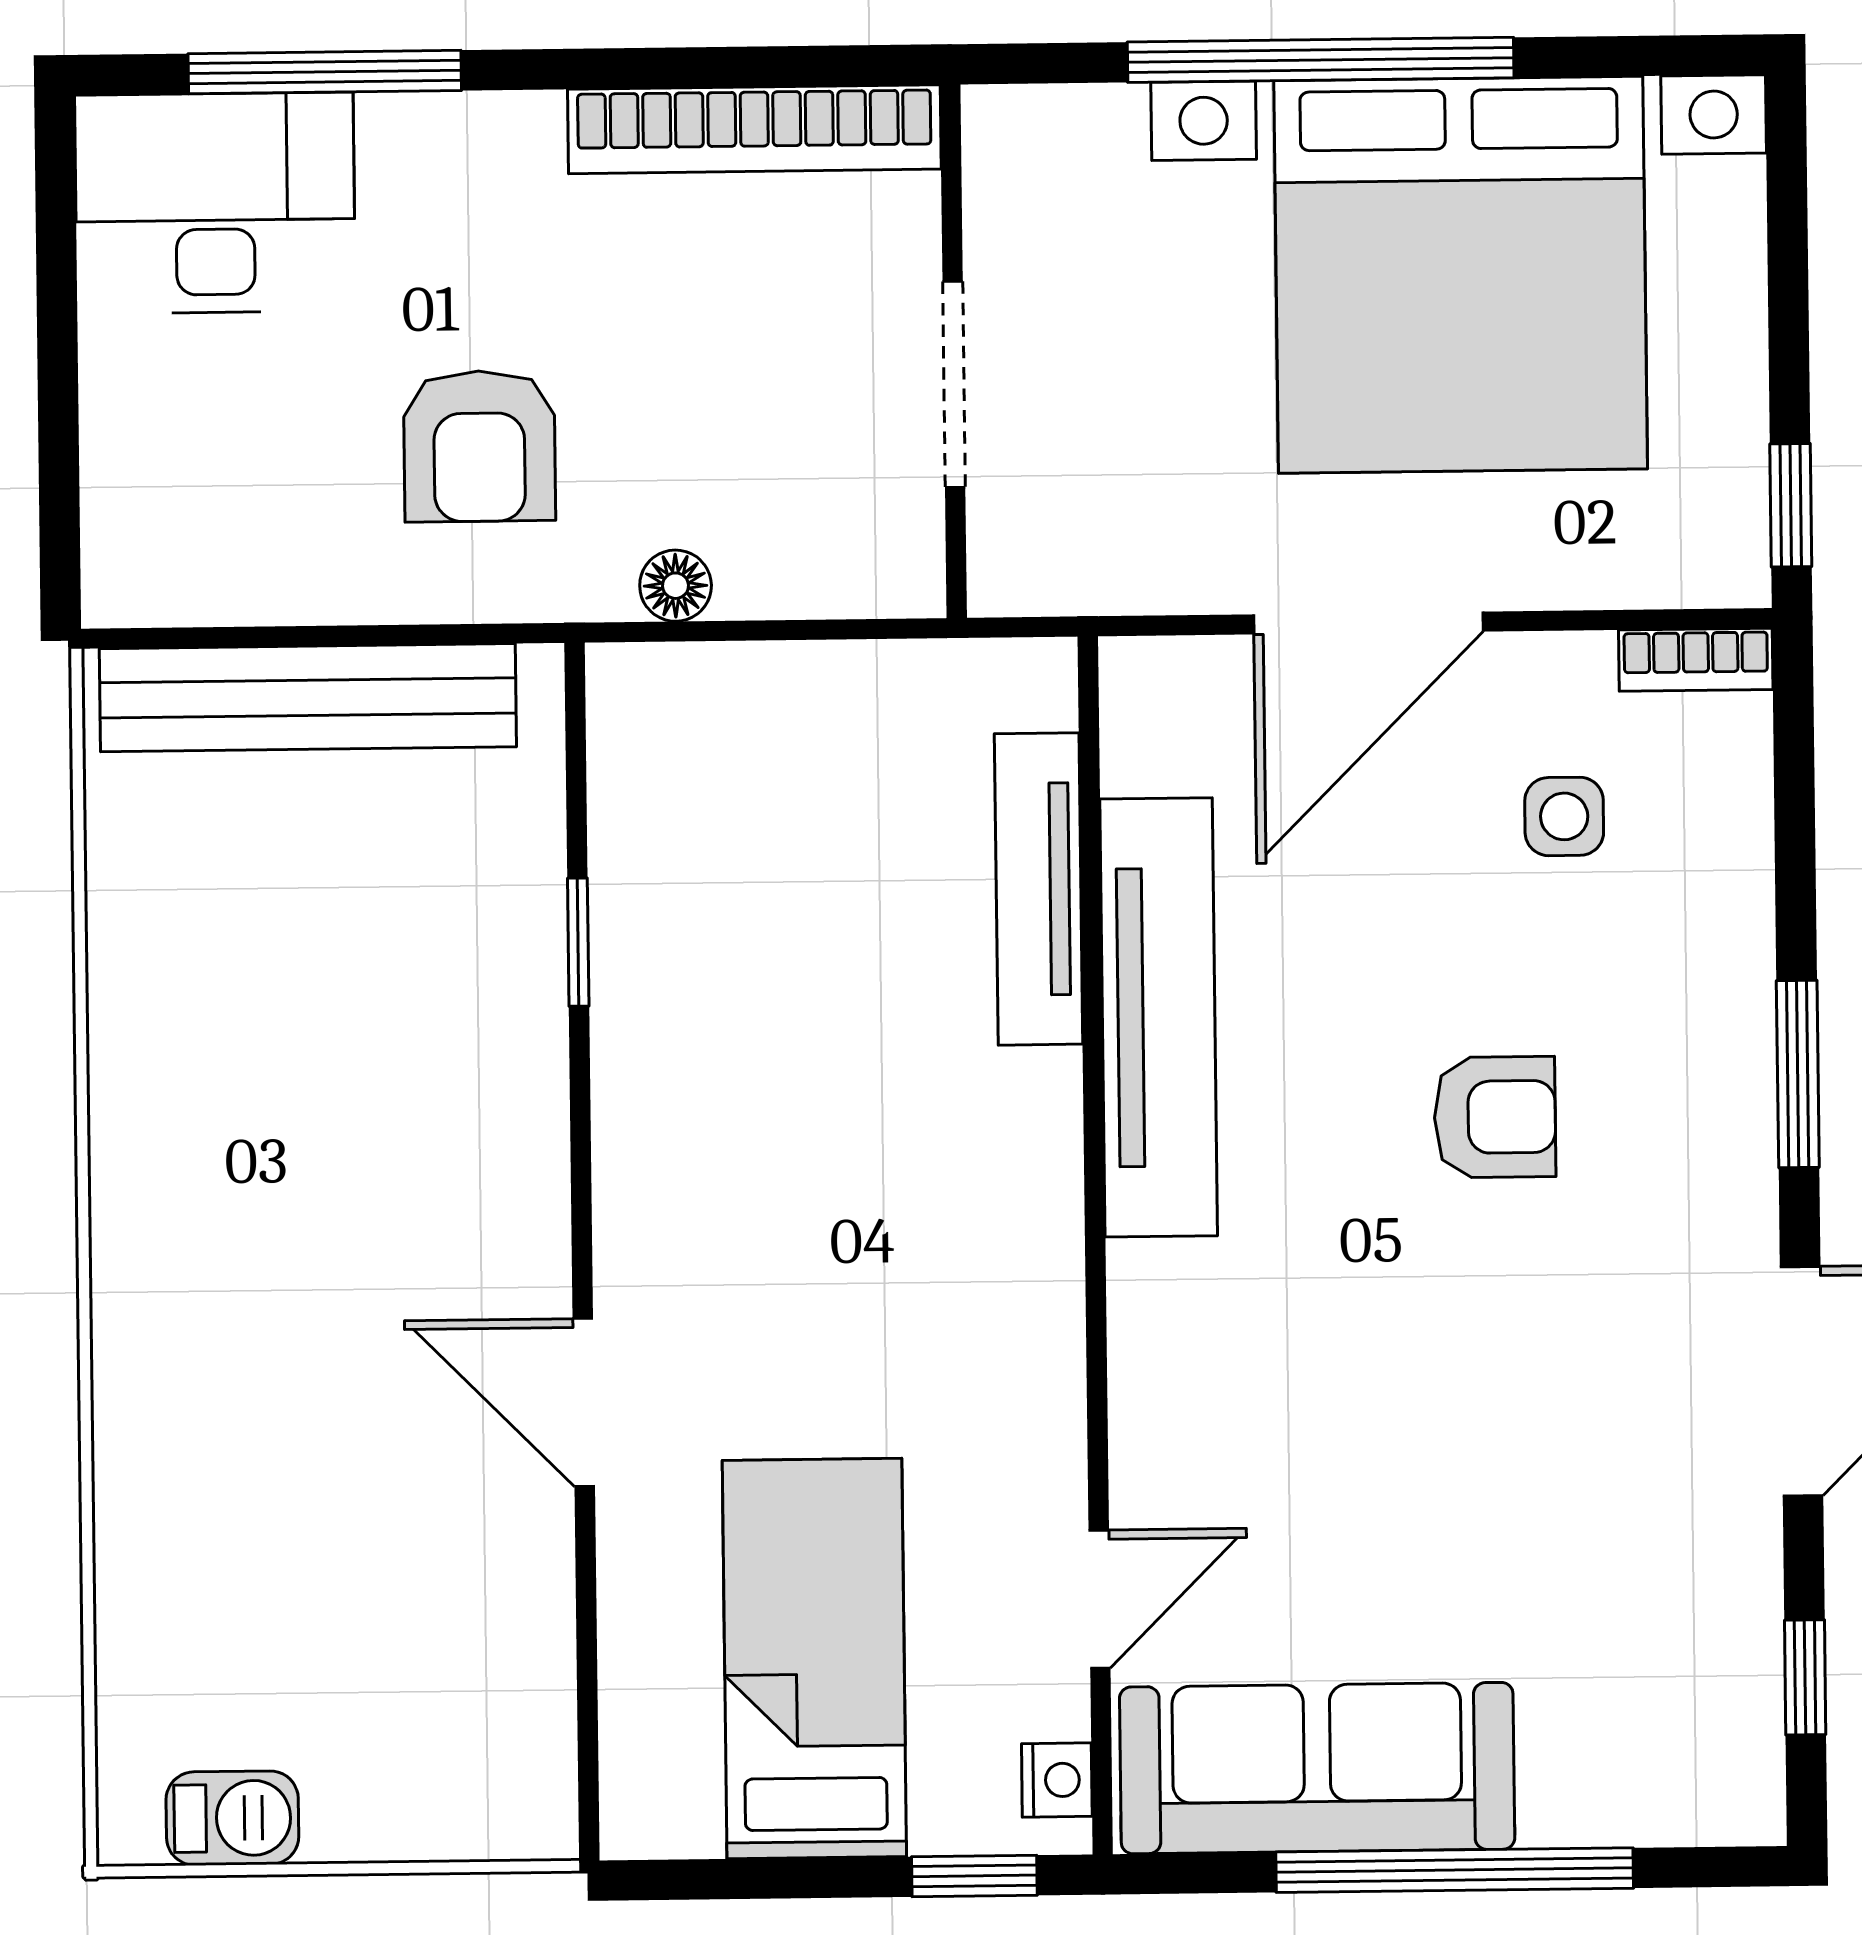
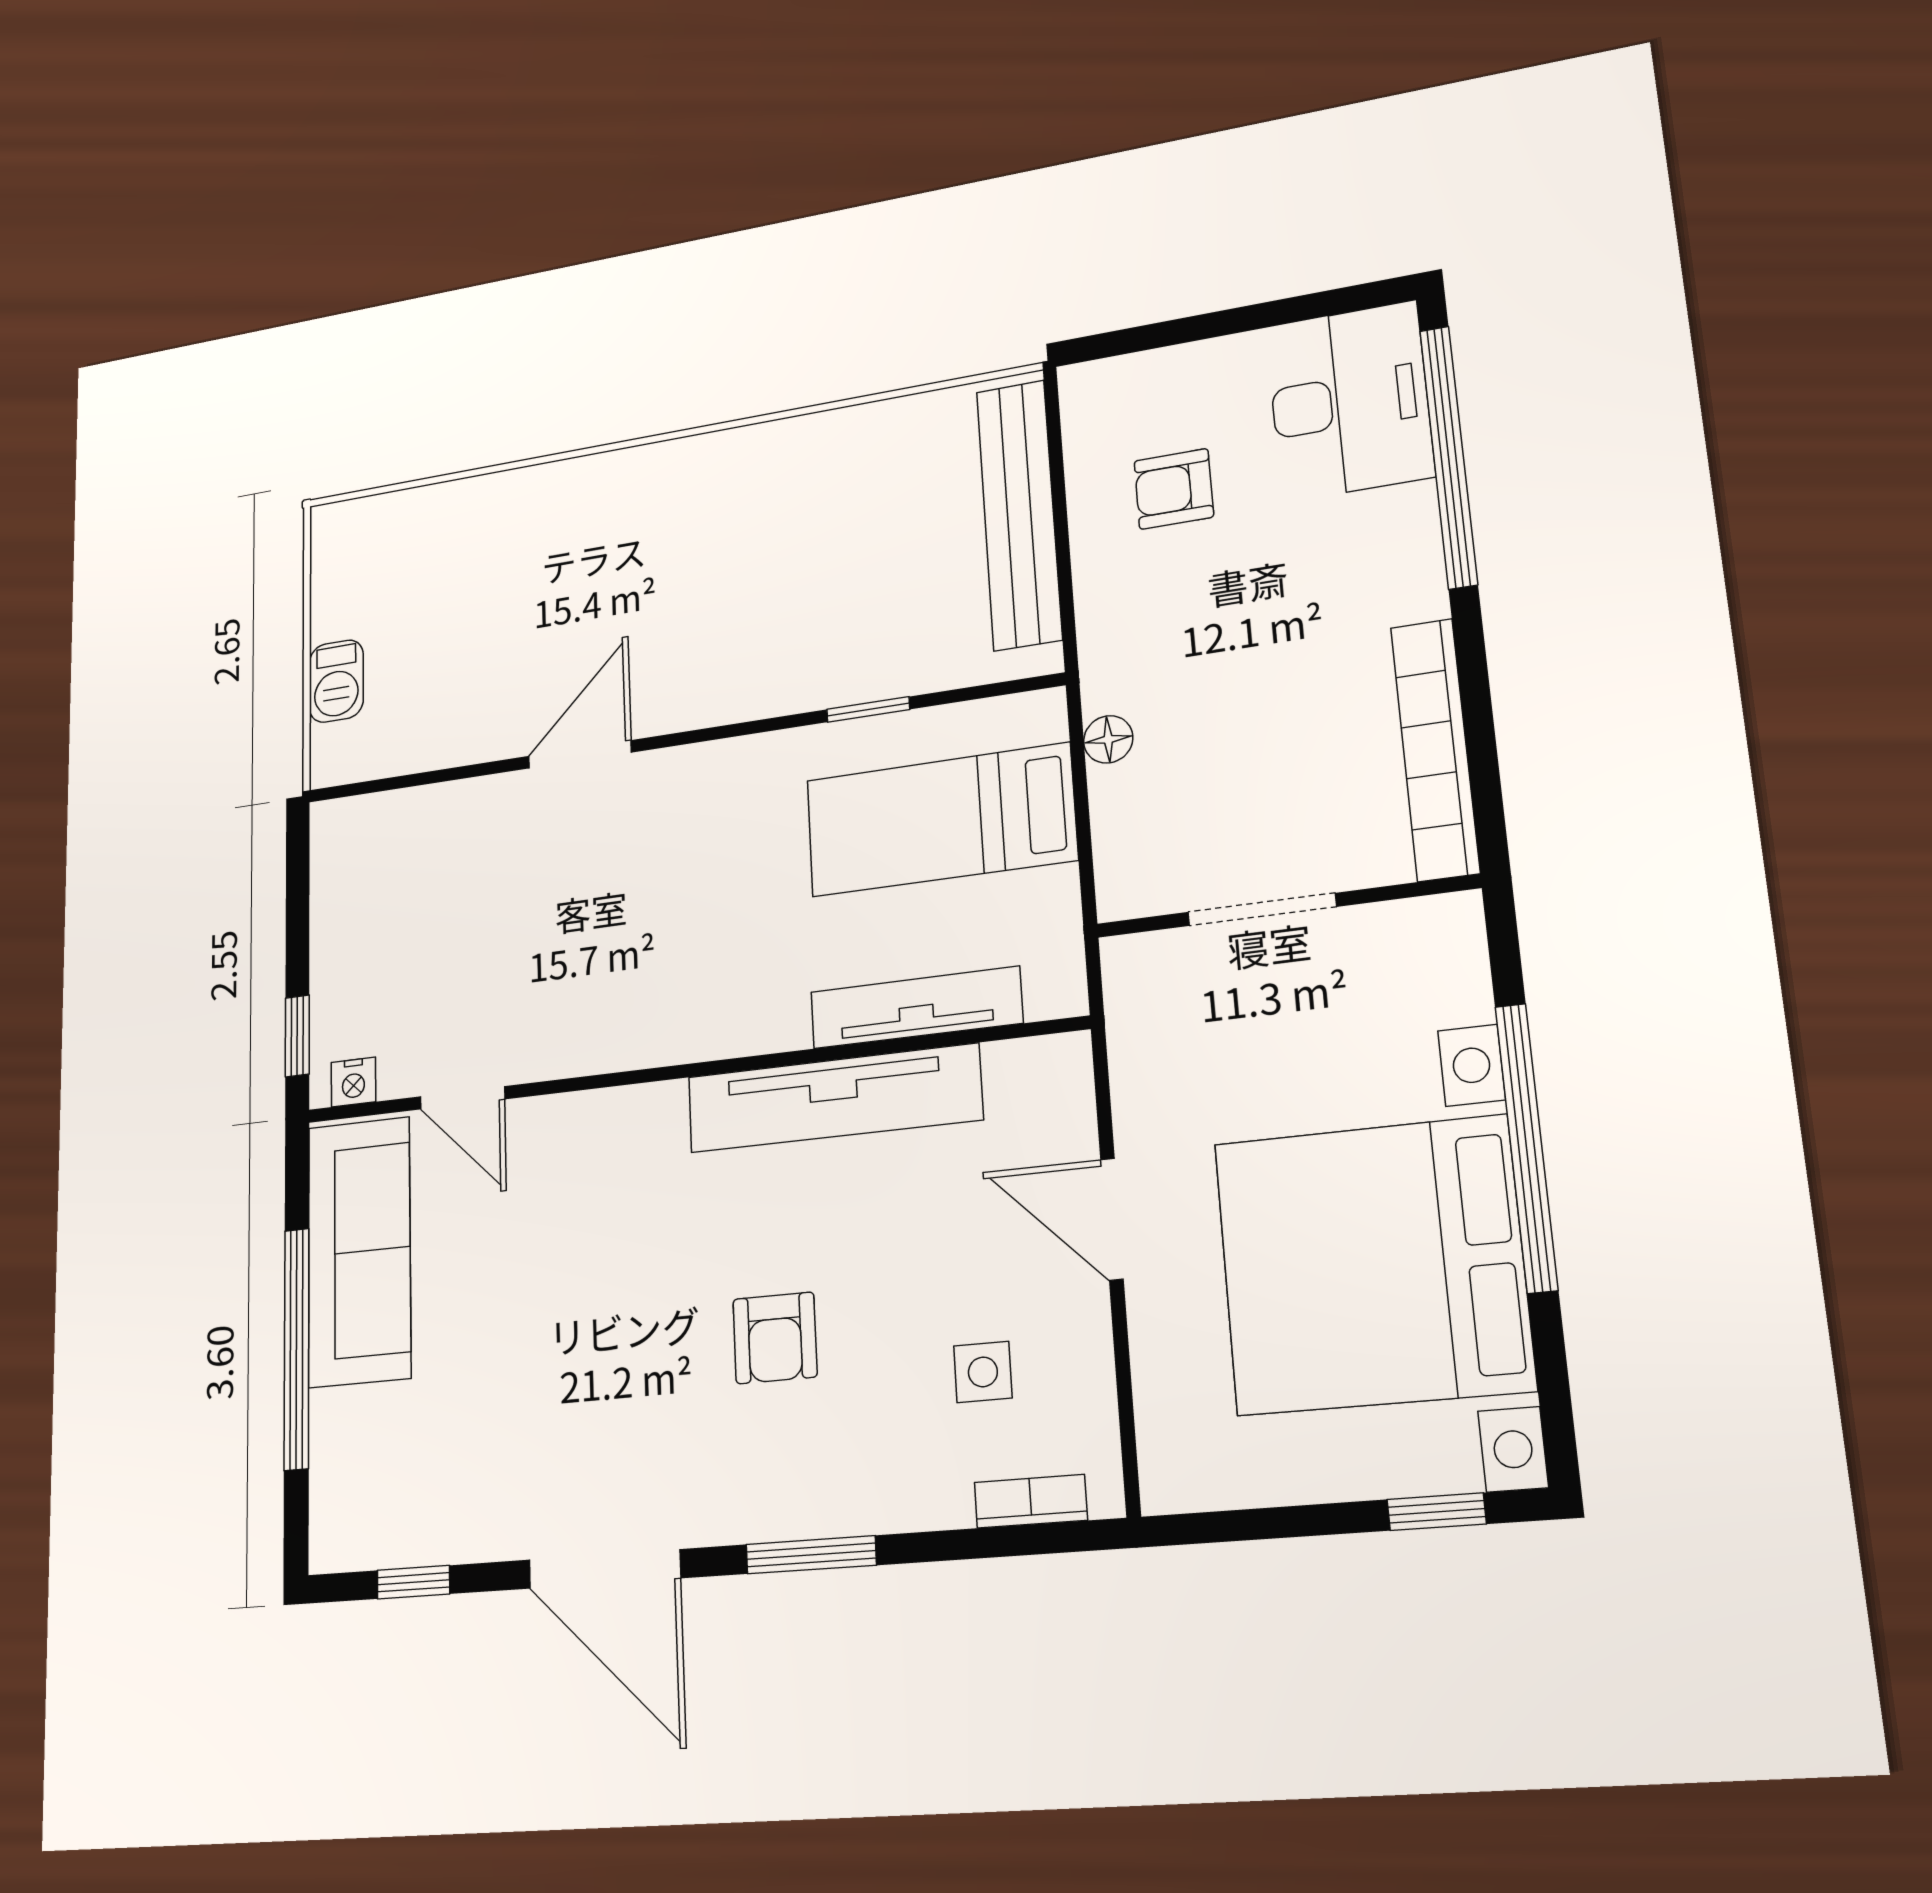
window: (325, 72) -> (1449, 456), width x1.46
armchair: (479, 446) -> (1174, 489), moved, width x0.72, depth x0.72
window: (1791, 505) -> (1437, 1512), moved
door: (1368, 623) -> (1112, 1219), width x0.73
bookcase: (1696, 660) -> (1031, 1501), moved, turned 90
bed: (814, 1659) -> (940, 820), moved, turned 180
barbecue: (232, 1818) -> (336, 681), moved

